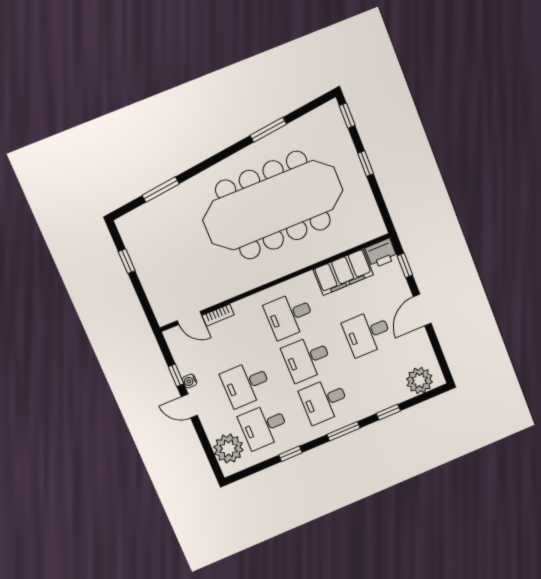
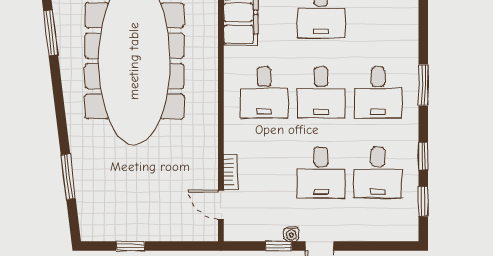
door: (189, 318) -> (221, 204), swing flipped
window: (388, 412) -> (423, 201), moved
plant: (229, 449) -> (387, 223), removed

